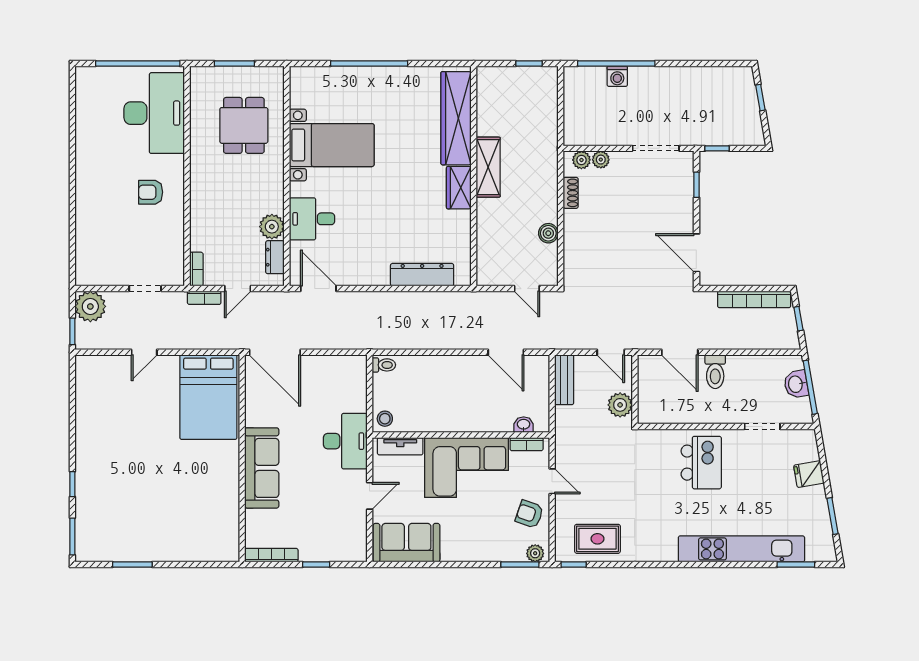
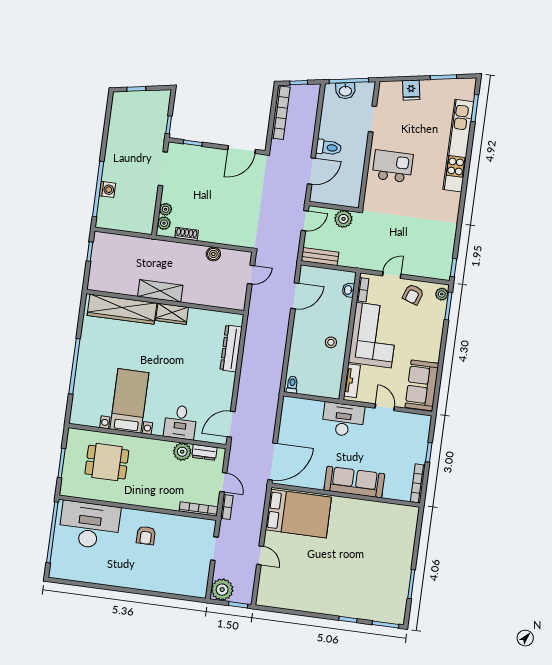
bookcase: (196, 269) -> (199, 509), width x1.56
stool: (385, 419) -> (331, 342), moved
rug: (597, 539) -> (437, 248), removed

